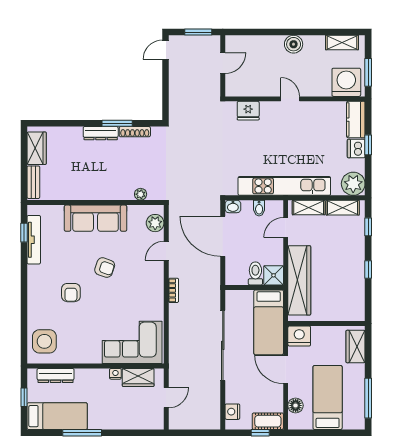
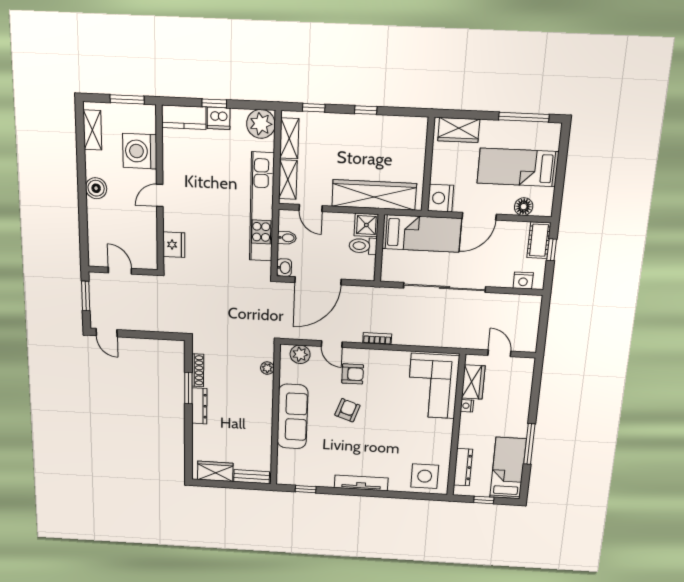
washing machine: (346, 82) -> (140, 151), moved
tv unit: (34, 240) -> (361, 483), moved
armchair: (71, 293) -> (353, 374), moved

